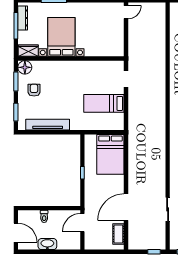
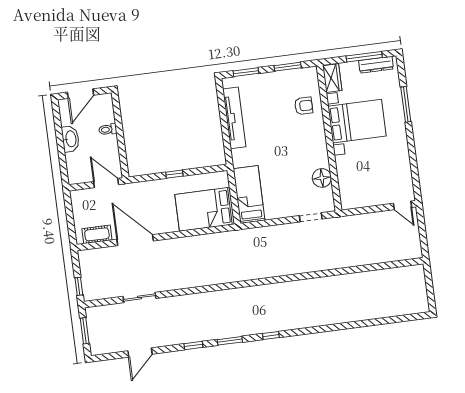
floor lamp: (25, 67) -> (322, 178), moved
armchair: (34, 90) -> (304, 106), moved
bed: (104, 103) -> (249, 194), moved

